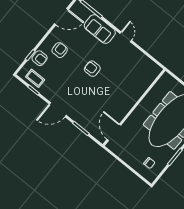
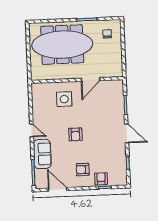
door: (126, 37) -> (32, 130), swing flipped
coffee table: (35, 78) -> (118, 169), removed
side table: (128, 84) -> (64, 99), added
door: (114, 132) -> (90, 79), moved

